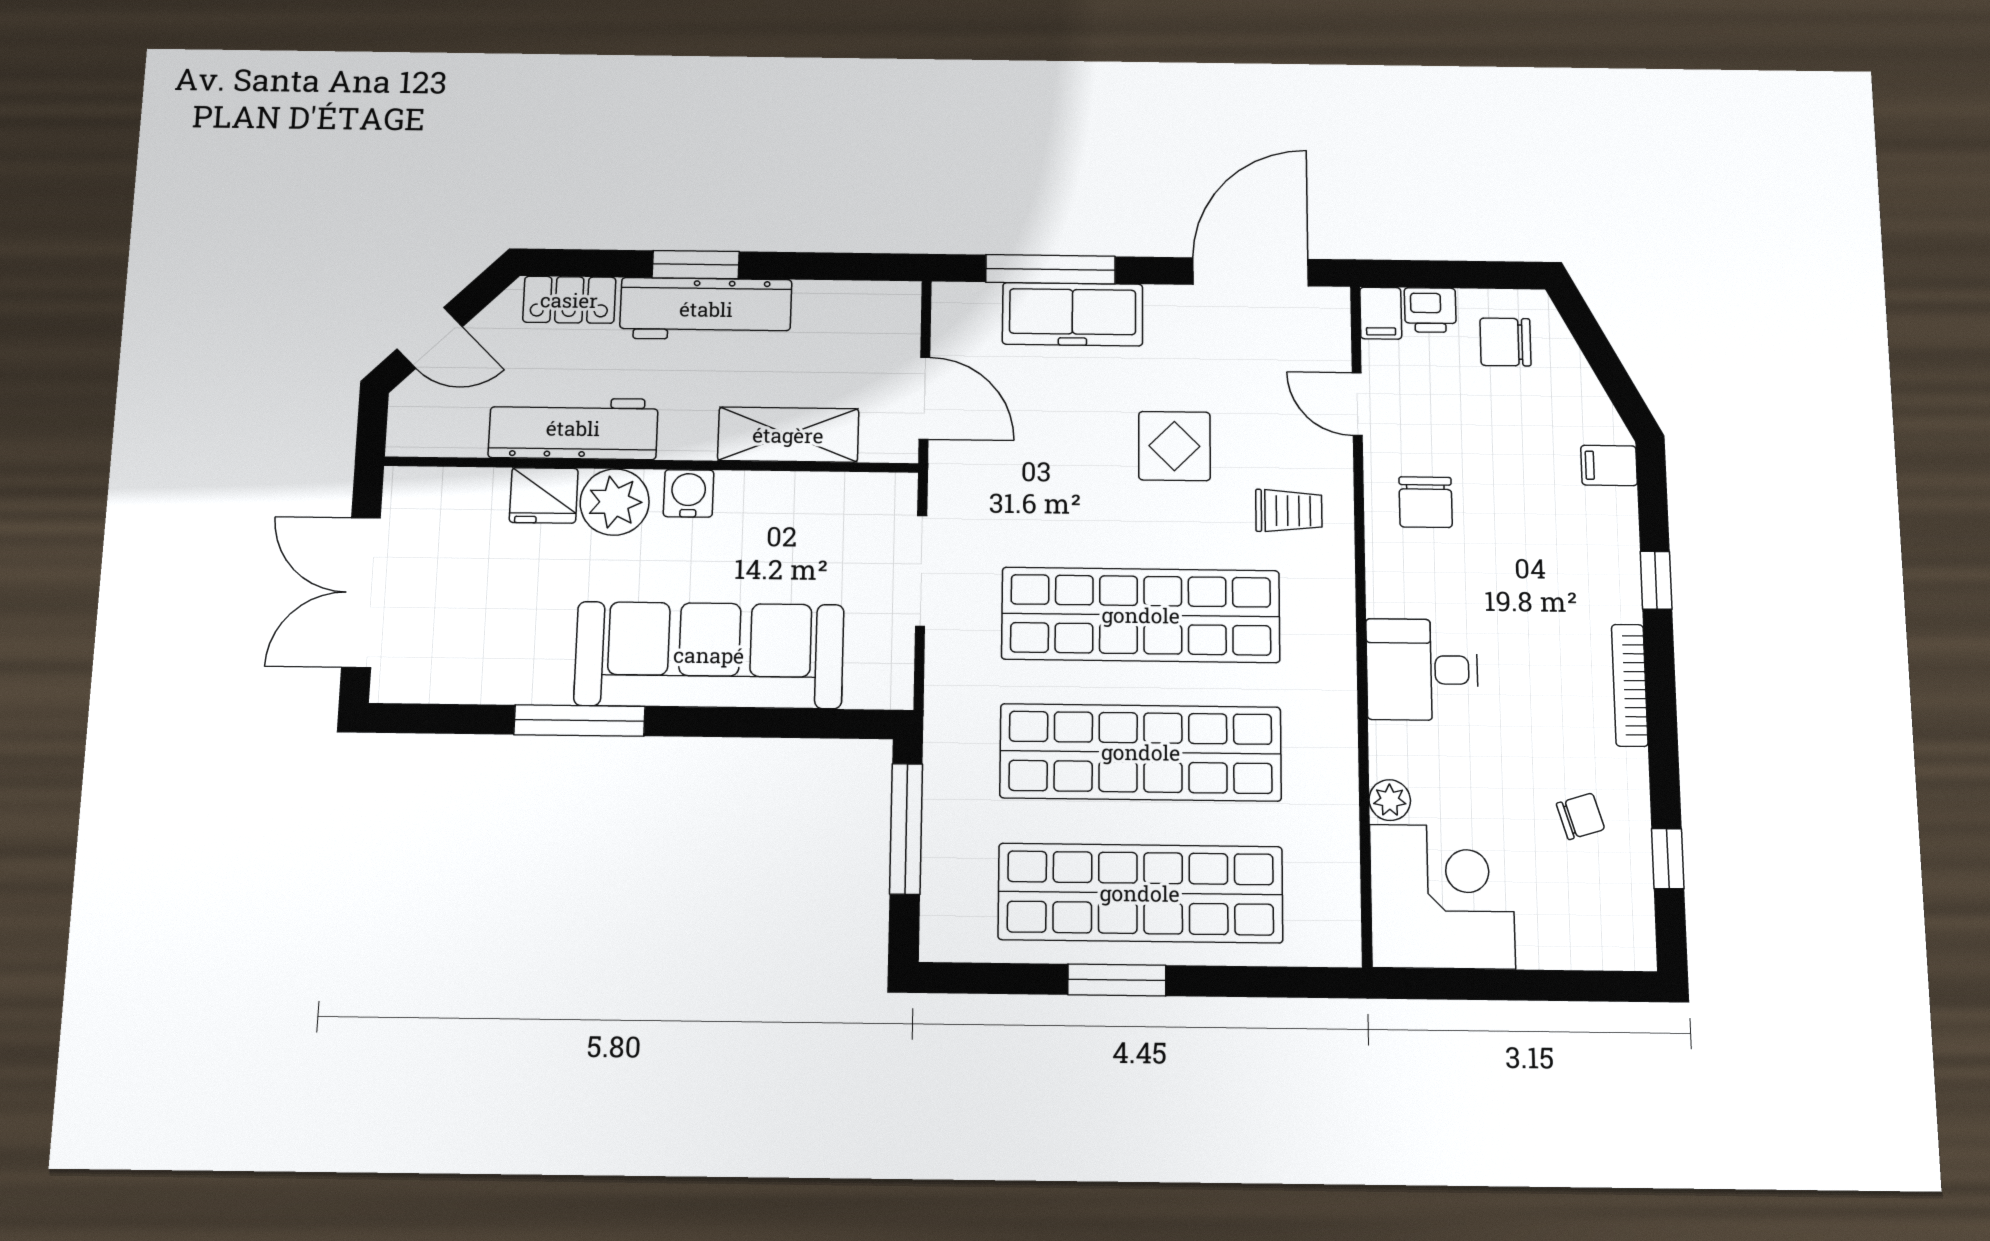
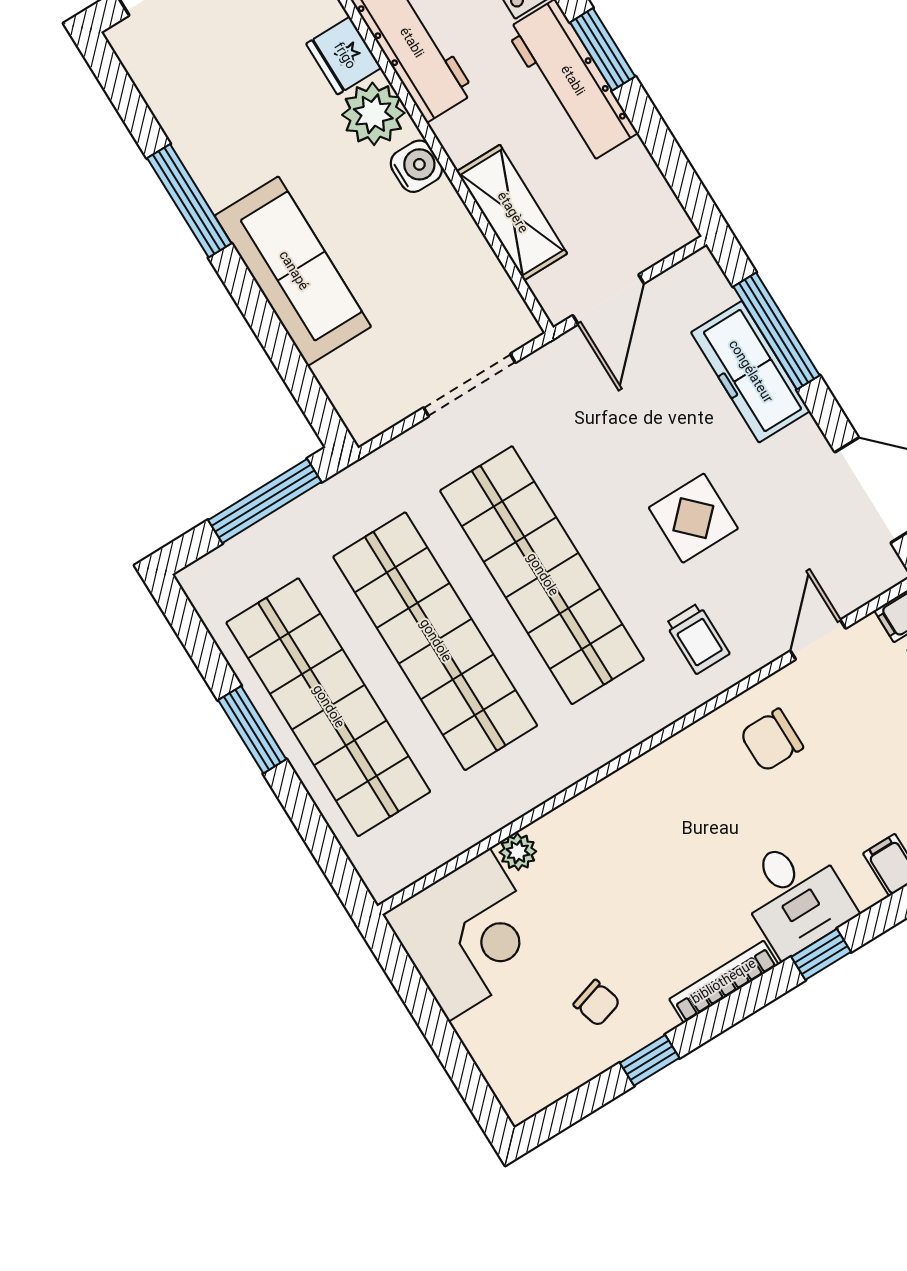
sofa: (709, 655) -> (293, 271), width x0.74, depth x0.79
desk: (1422, 670) -> (795, 896), moved, turned 180
window: (1668, 859) -> (650, 1060), moved

